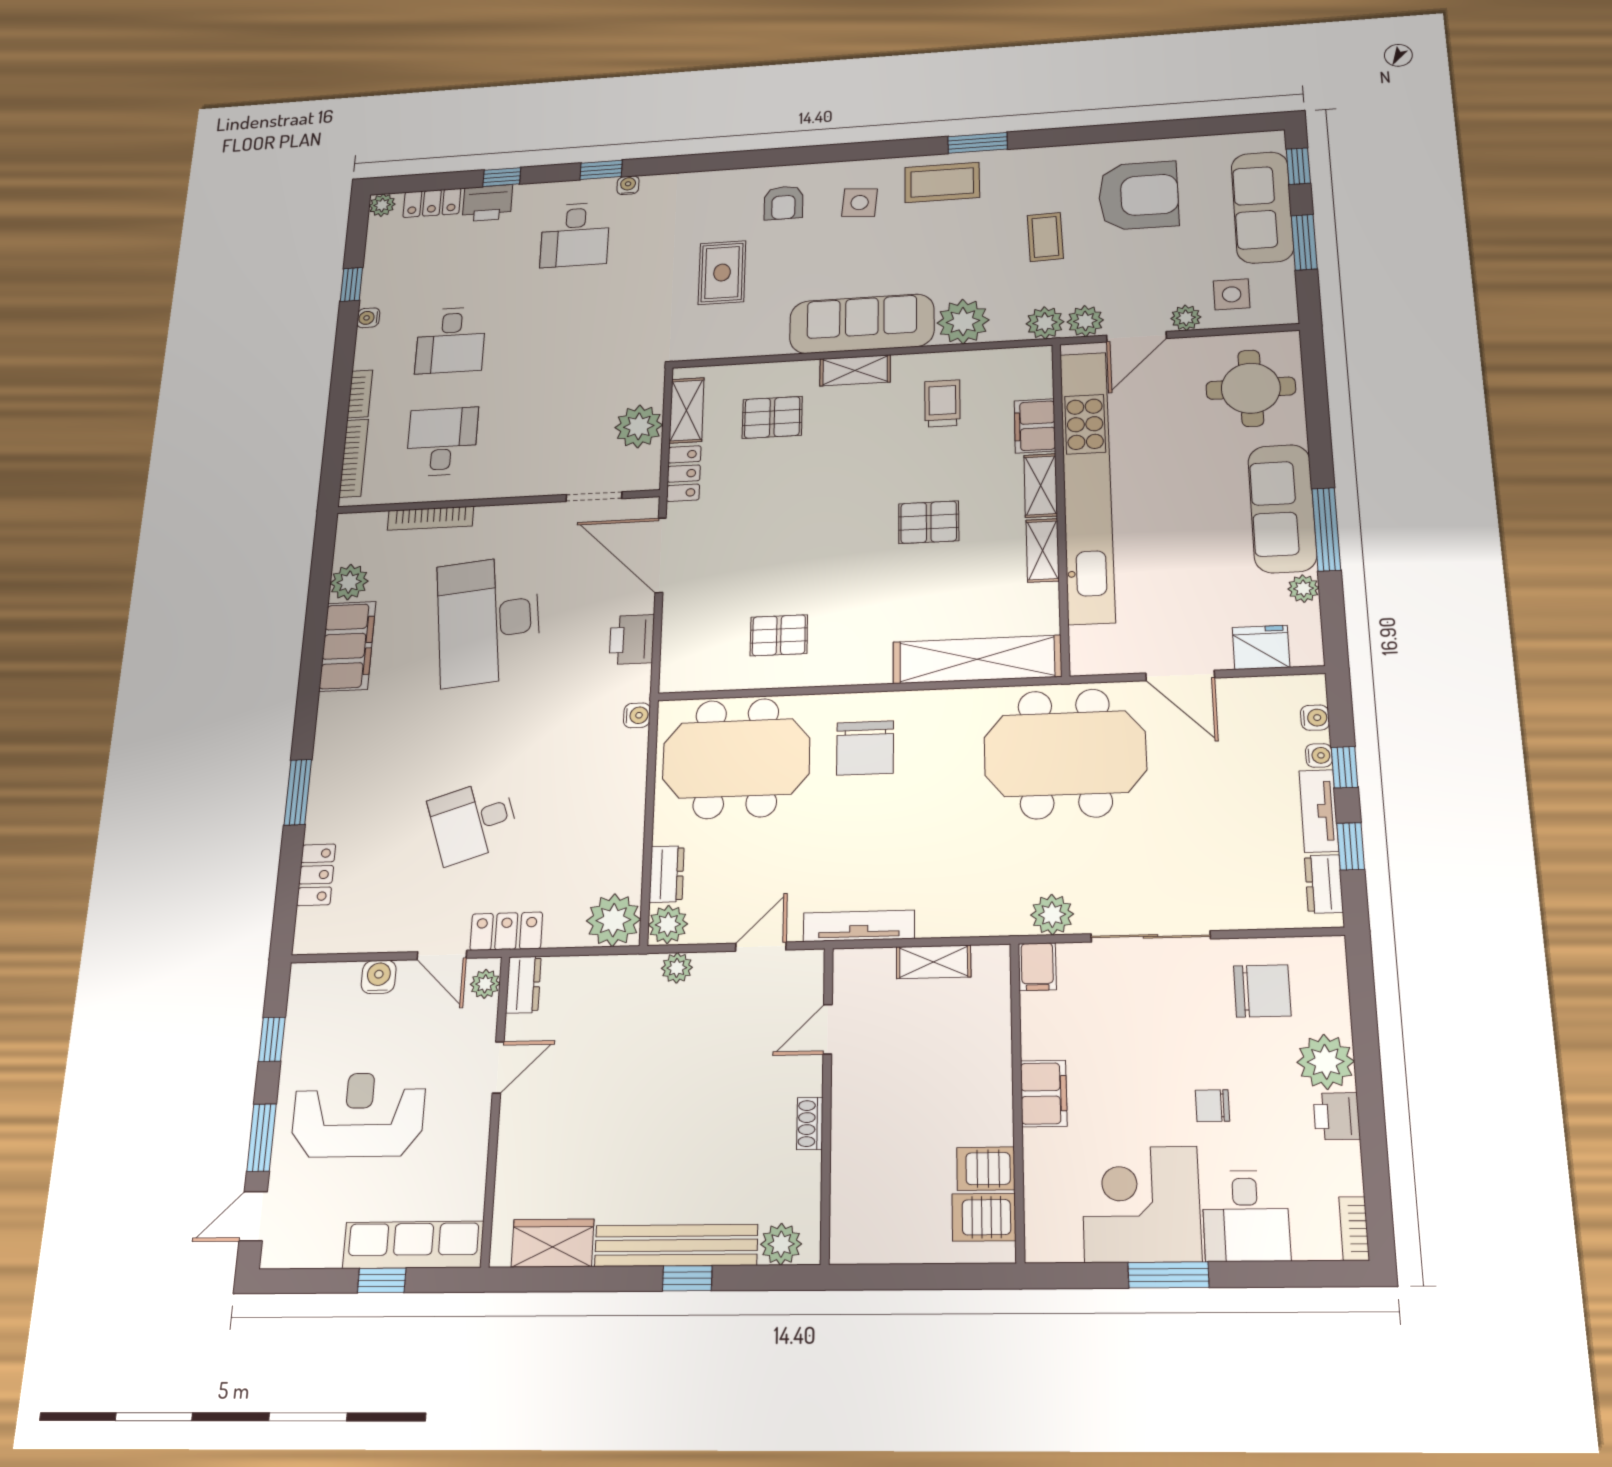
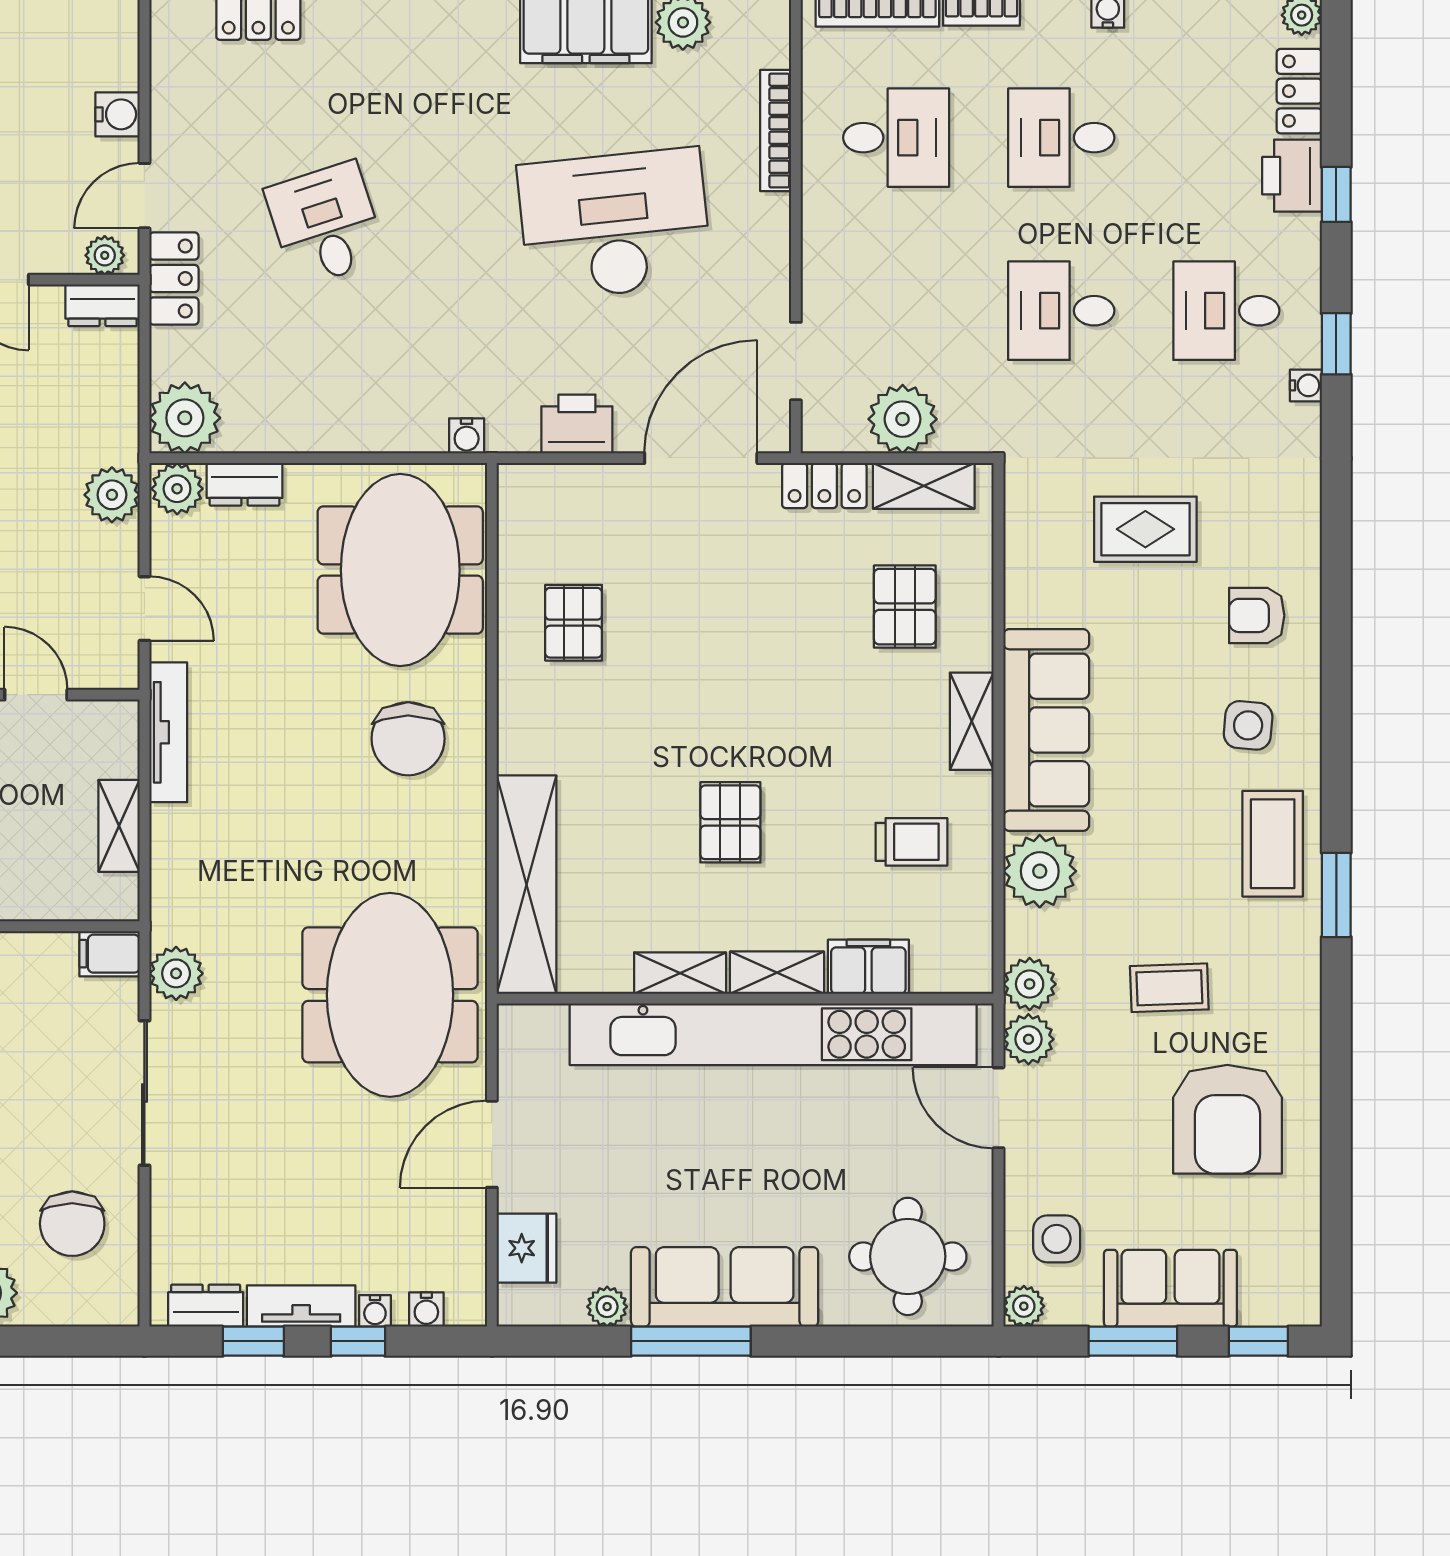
sofa: (1262, 207) -> (1170, 1288), width x0.73
plant: (1186, 318) -> (1024, 1306), moved
desk: (569, 333) -> (1061, 311), added
chair: (865, 748) -> (408, 739), turned -90
plant: (677, 968) -> (112, 495), width x1.38, depth x1.38

